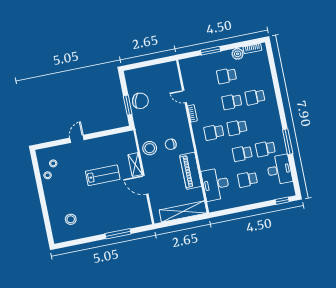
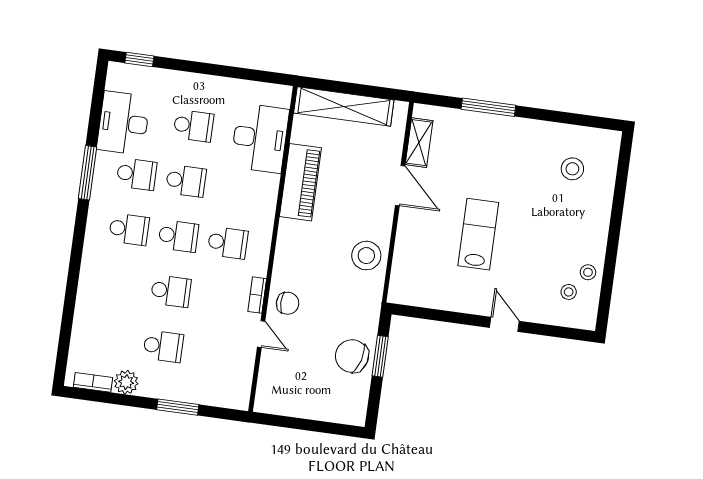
school desk: (255, 97) -> (129, 229), moved
door: (77, 139) -> (504, 324), swing flipped
chair: (171, 144) -> (288, 303), moved
shelving: (135, 165) -> (419, 143), moved
lab bench: (103, 175) -> (478, 234), turned 90

